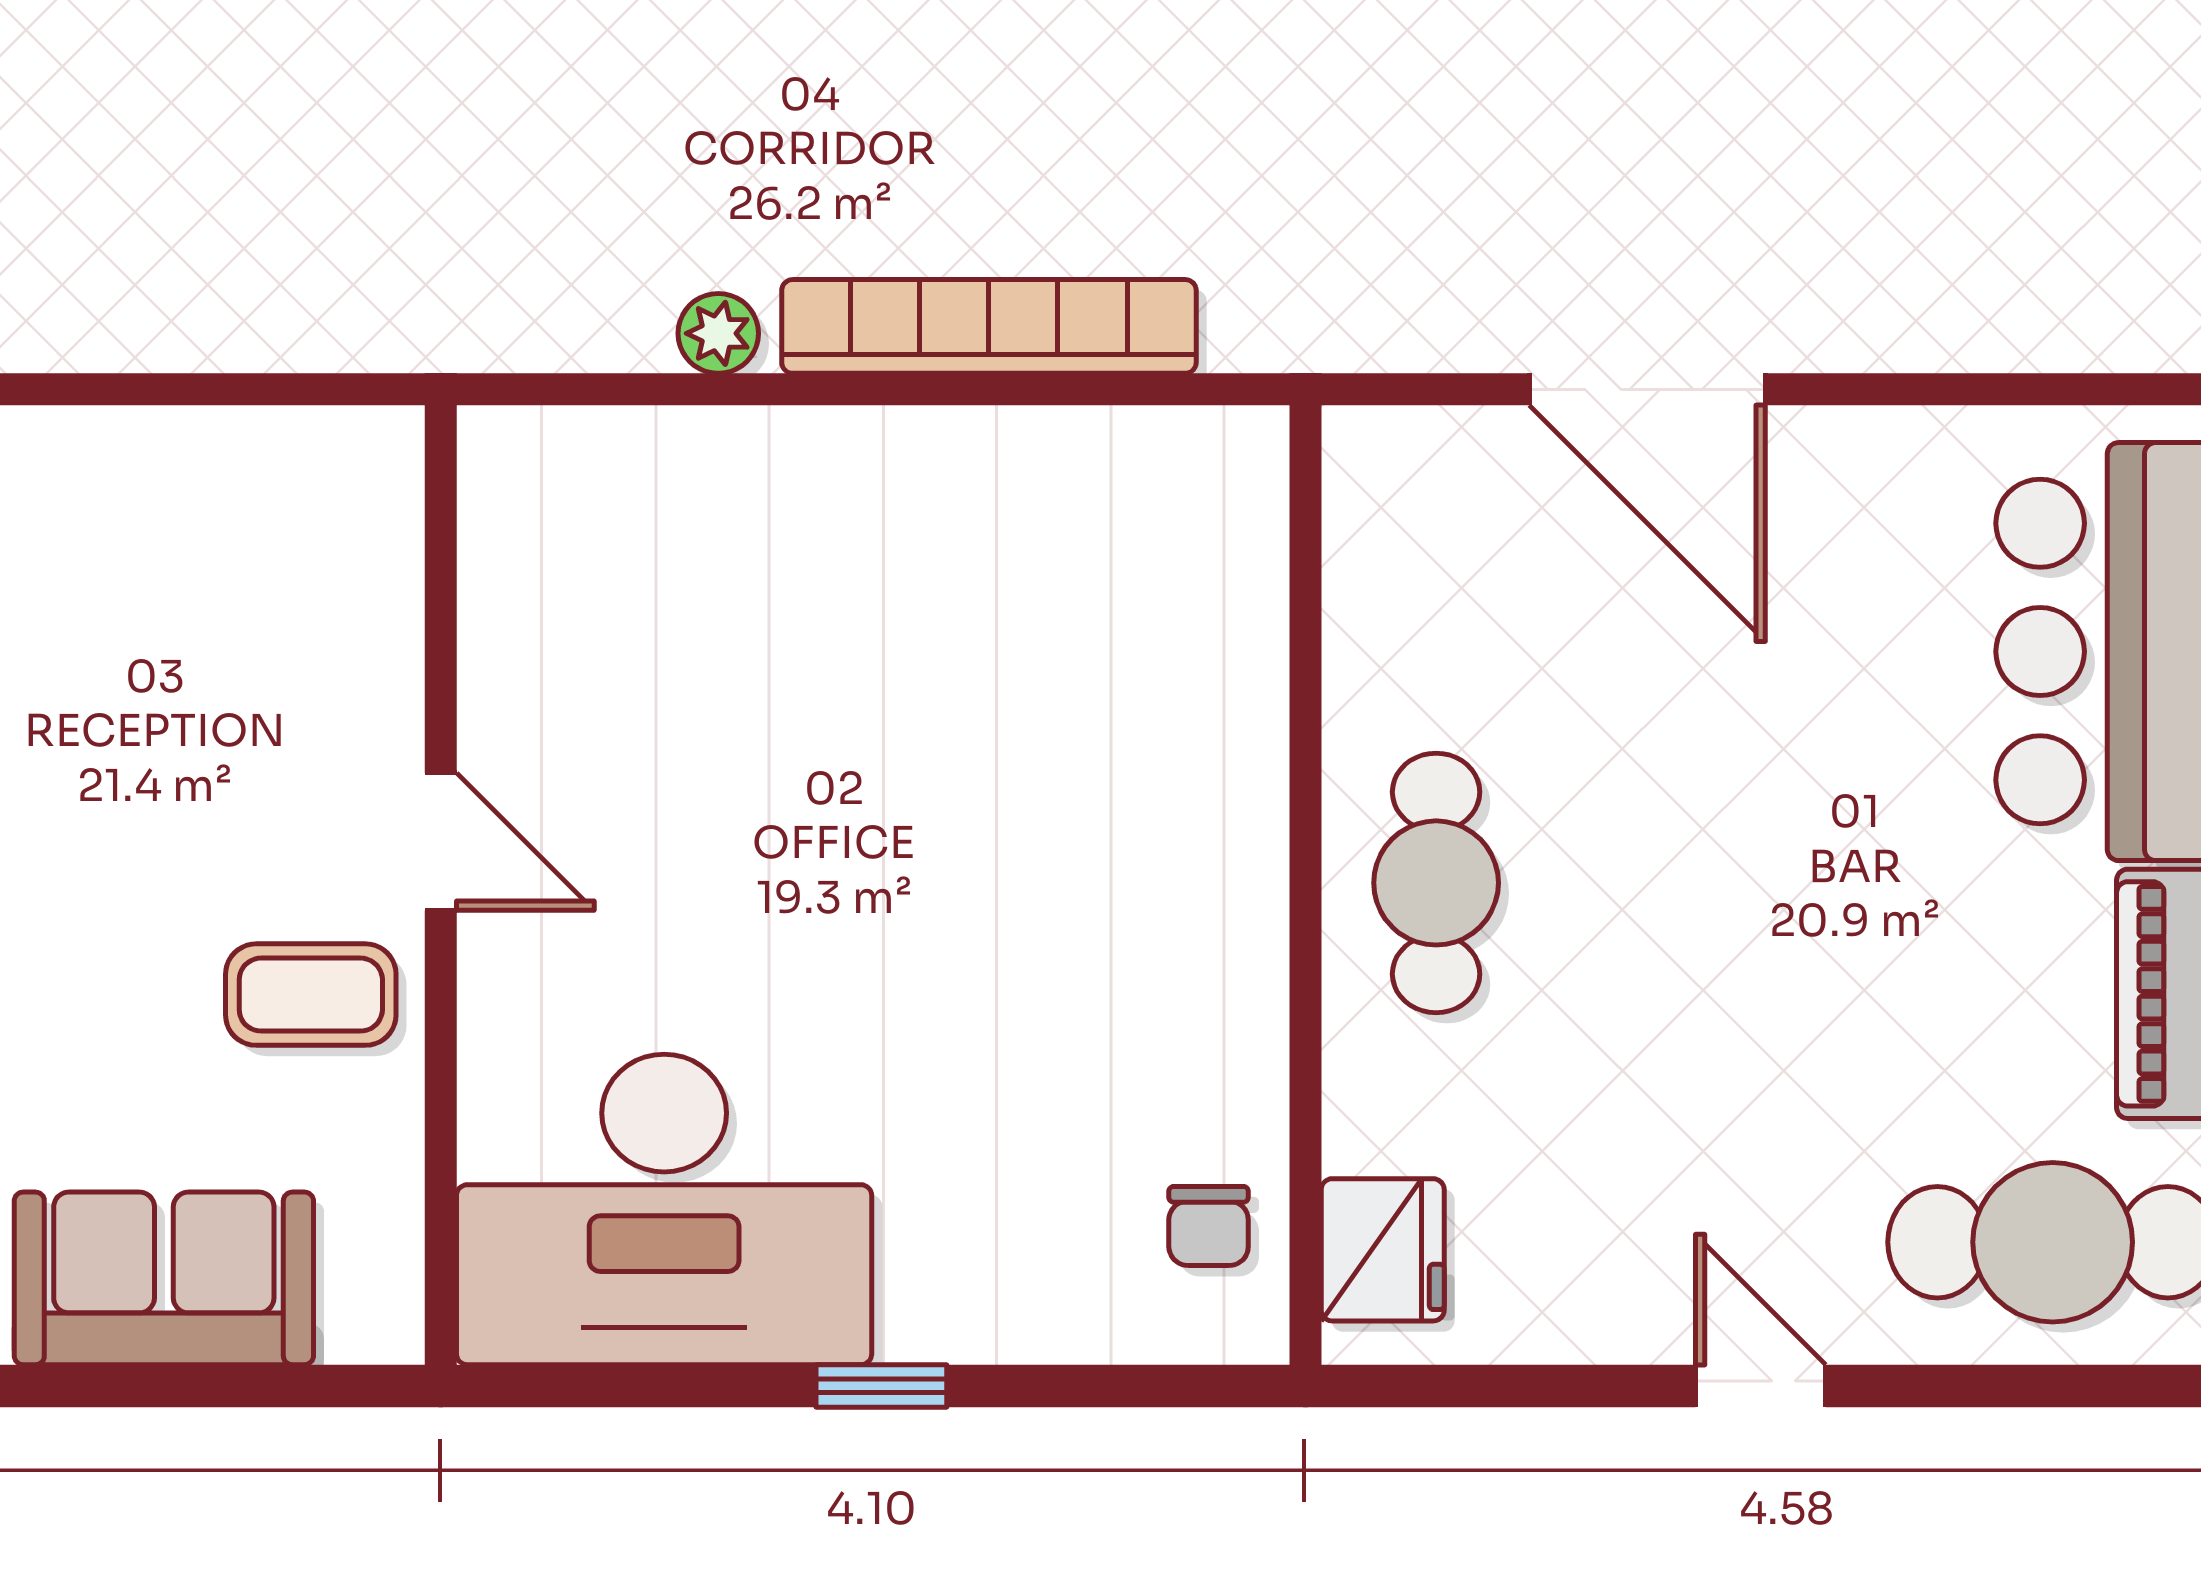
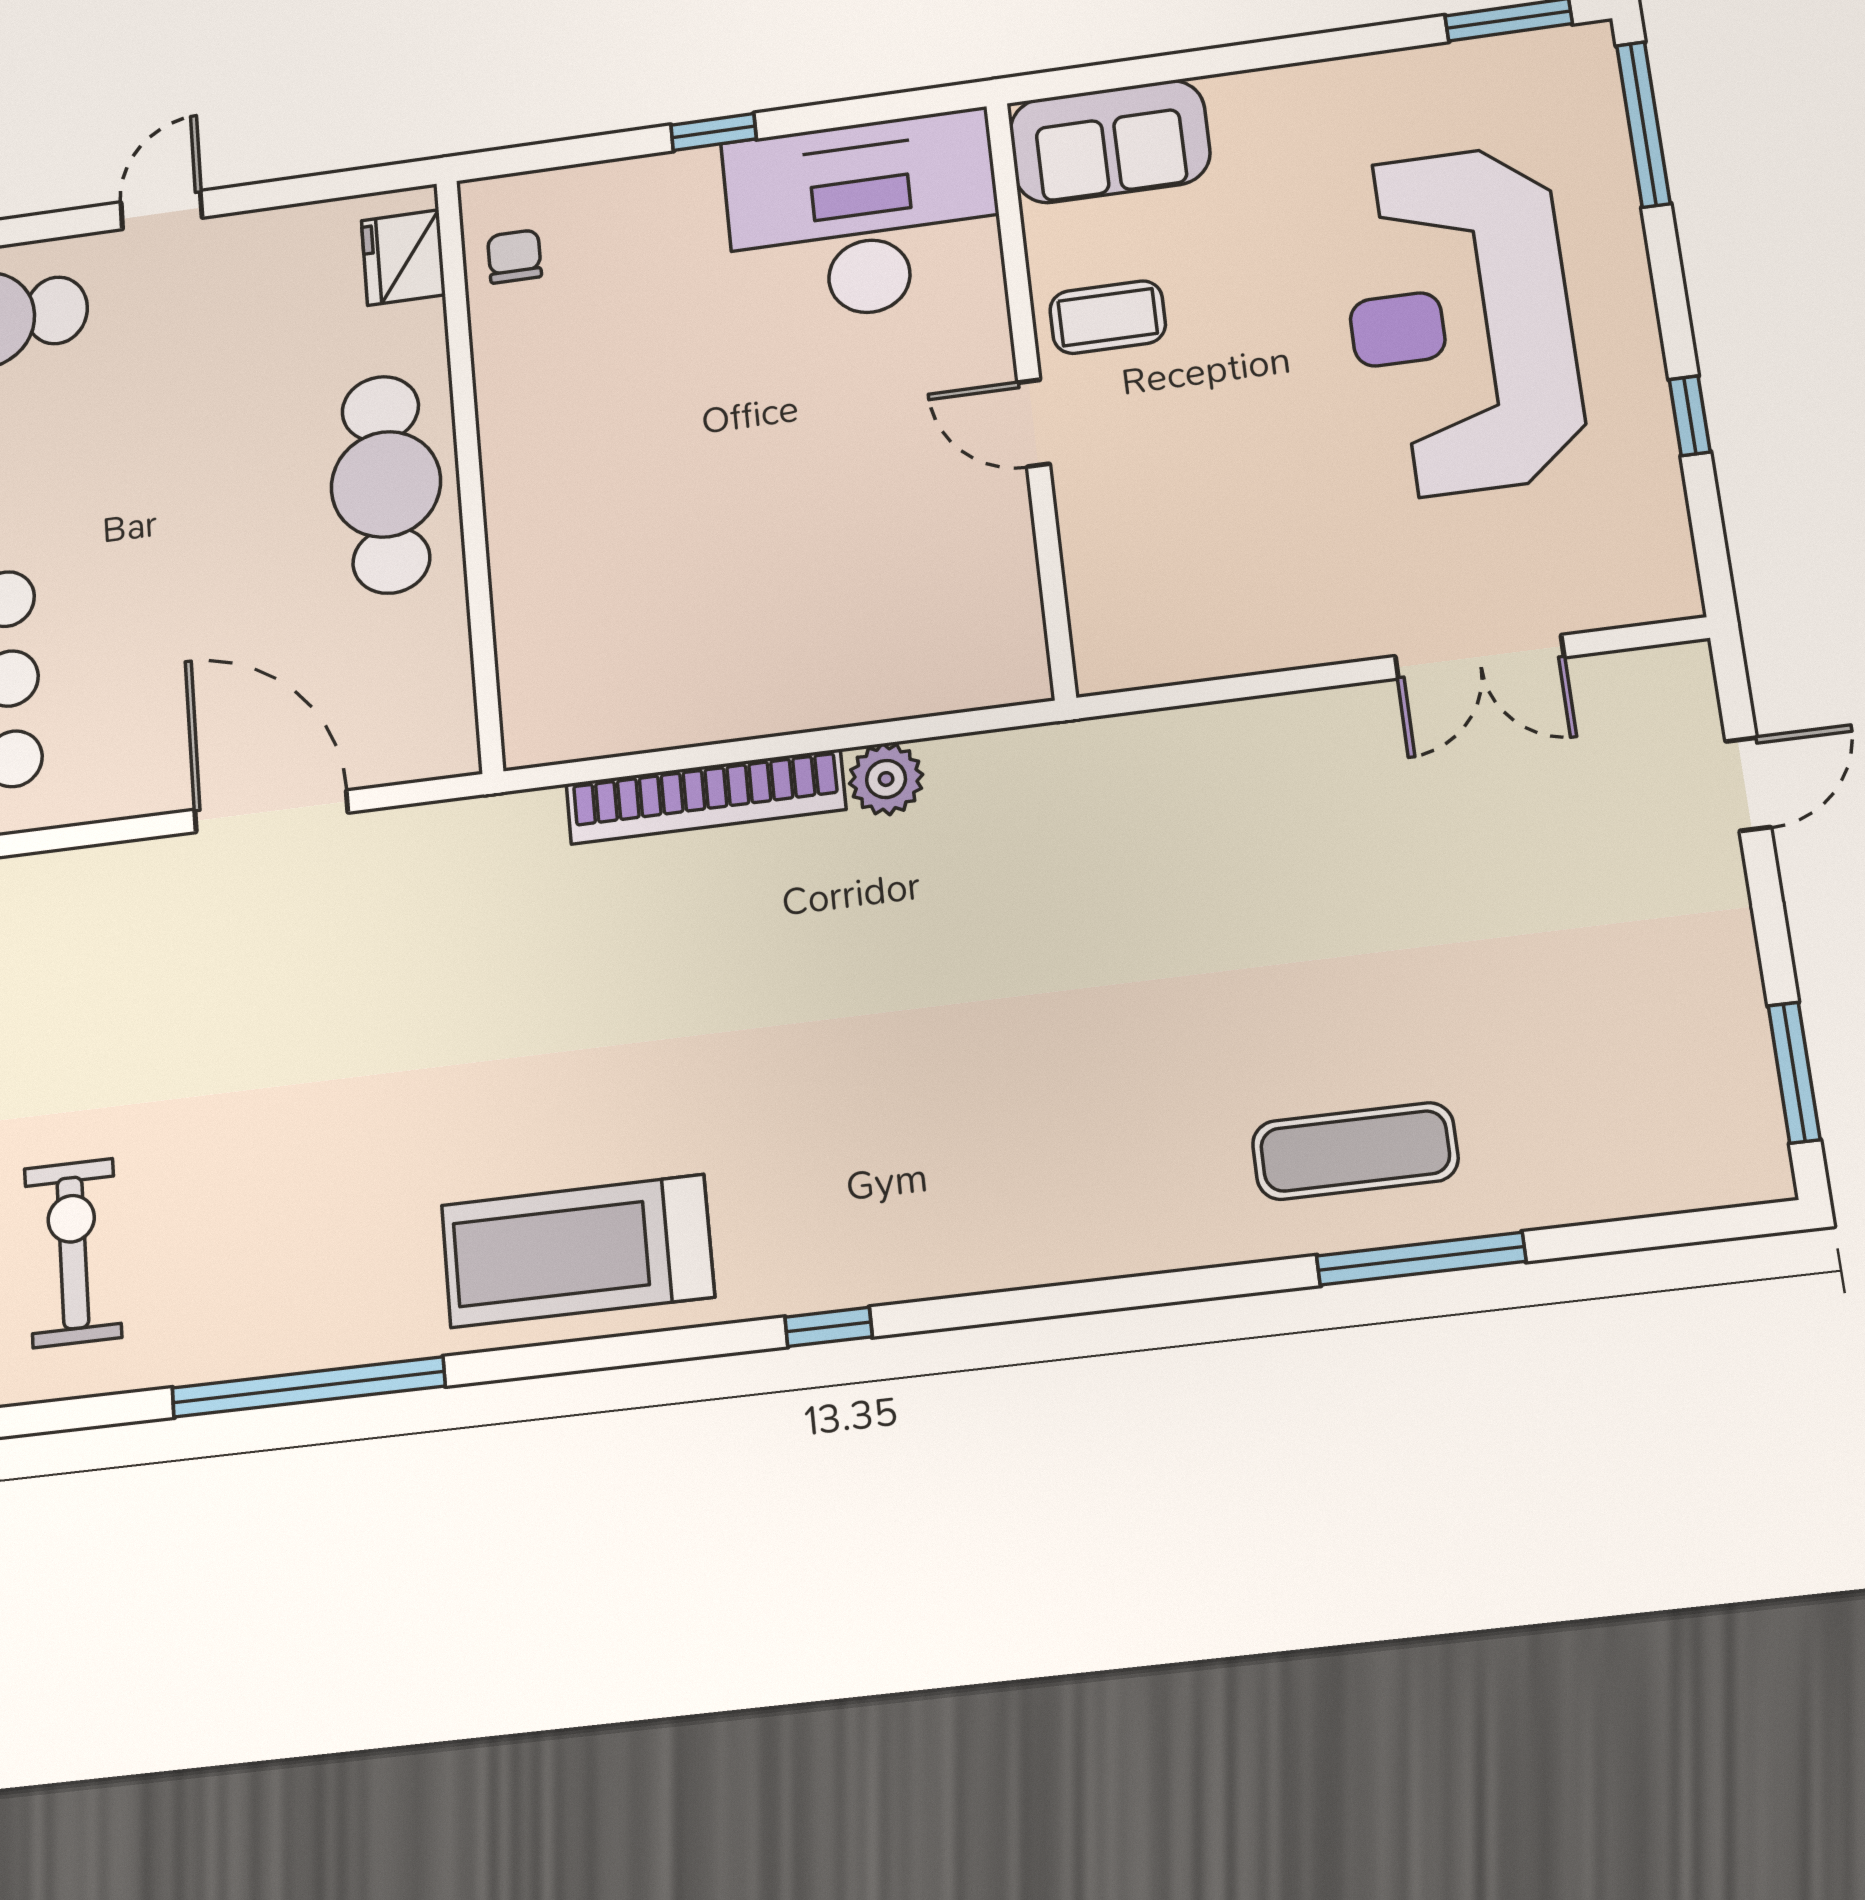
plant: (718, 333) -> (886, 779), width x1.38, depth x1.38
cafe table: (1436, 883) -> (386, 484), width x1.37, depth x1.35
sofa: (164, 1278) -> (1110, 142), moved
door: (1761, 1386) -> (161, 210), swing flipped

